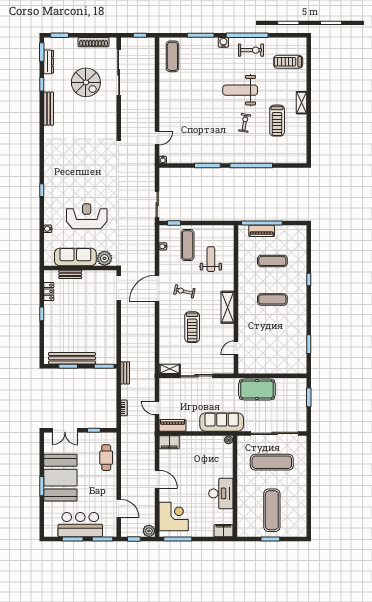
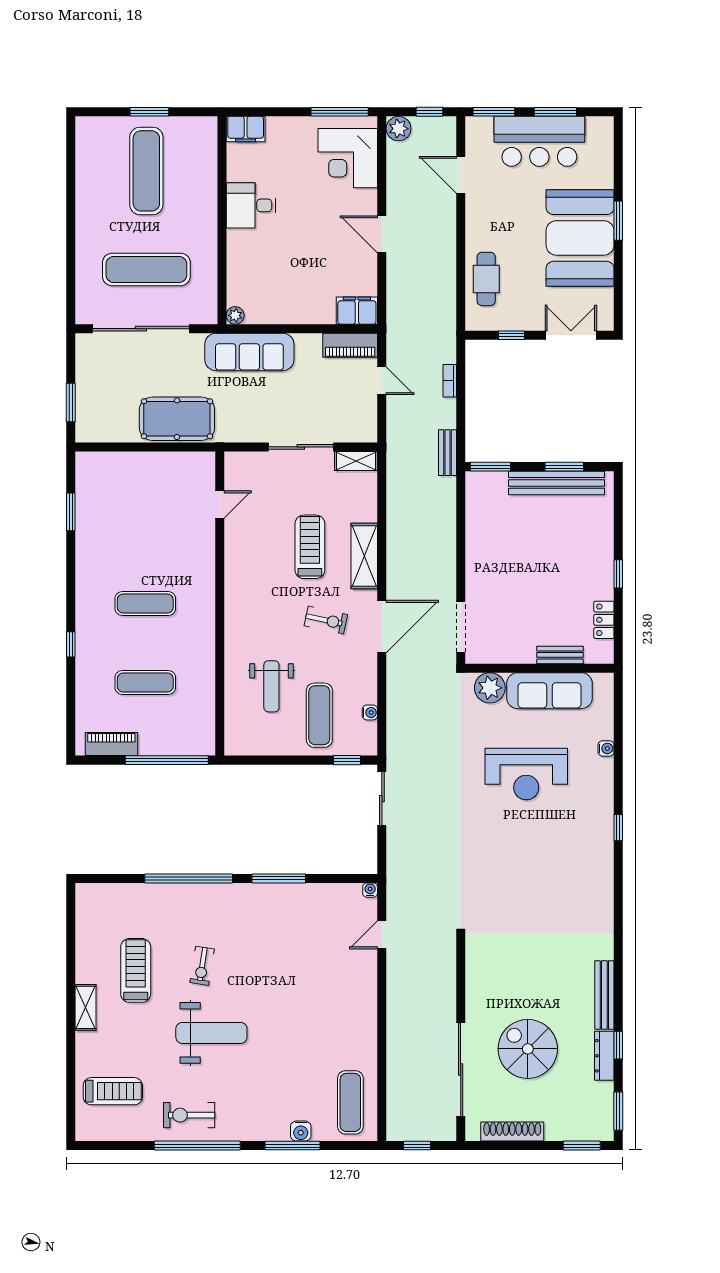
water cooler: (223, 42) -> (301, 1131), moved
dresser: (49, 62) -> (604, 1056), moved
piano: (262, 231) -> (111, 744), moved
shelving: (228, 307) -> (364, 556), moved
desk: (221, 493) -> (251, 205), width x0.73

